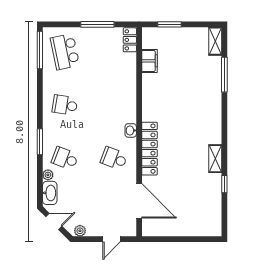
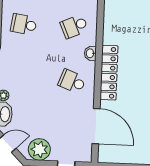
school desk: (65, 158) -> (74, 26), moved, turned -45
plant: (80, 231) -> (39, 149), width x1.87, depth x1.87

